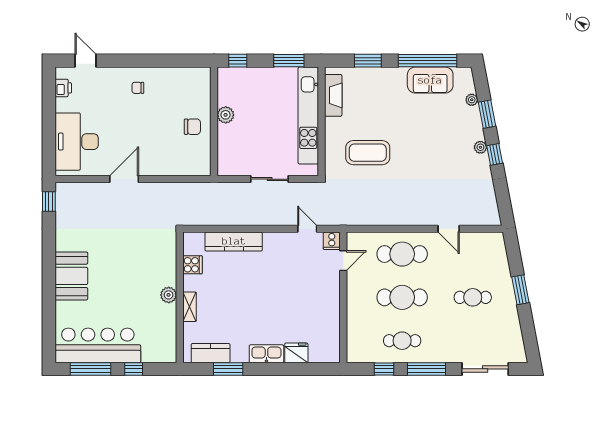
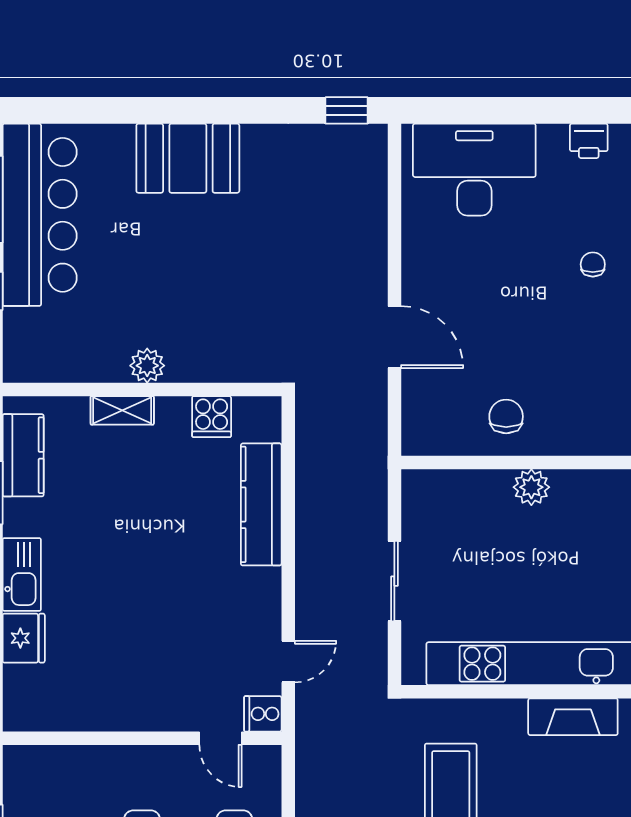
chair: (138, 88) -> (593, 264), moved
chair: (192, 127) -> (506, 416), turned 180
door: (124, 179) -> (394, 337), moved

